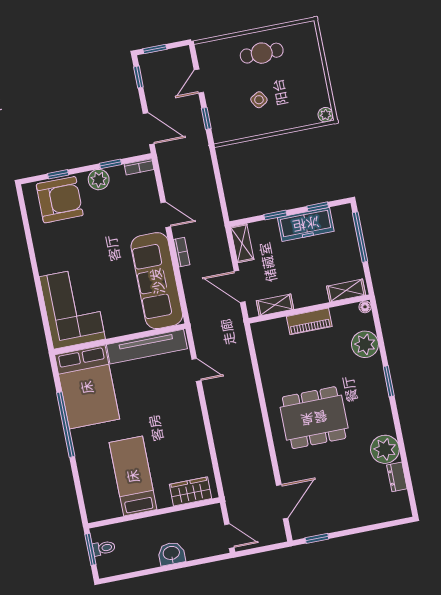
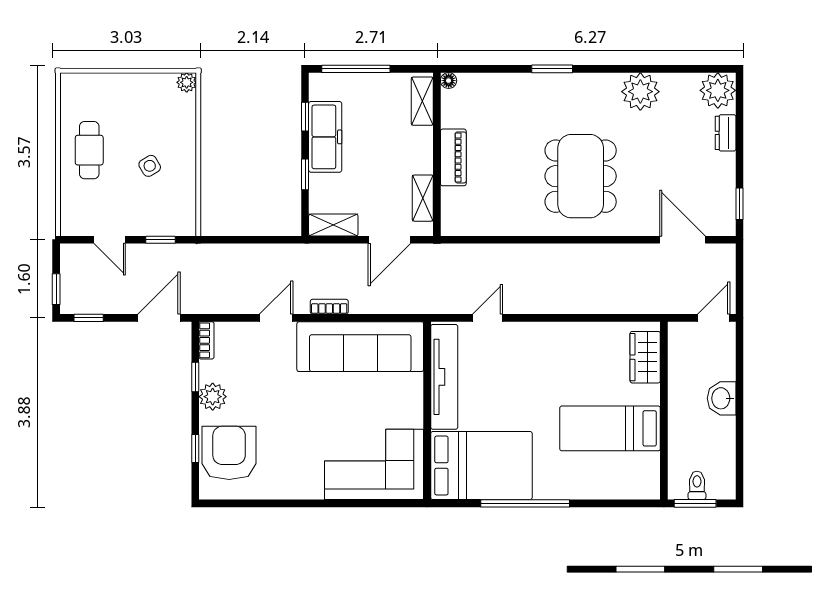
plant: (365, 344) -> (718, 90), moved
dresser: (397, 477) -> (726, 133), moved, turned 90

